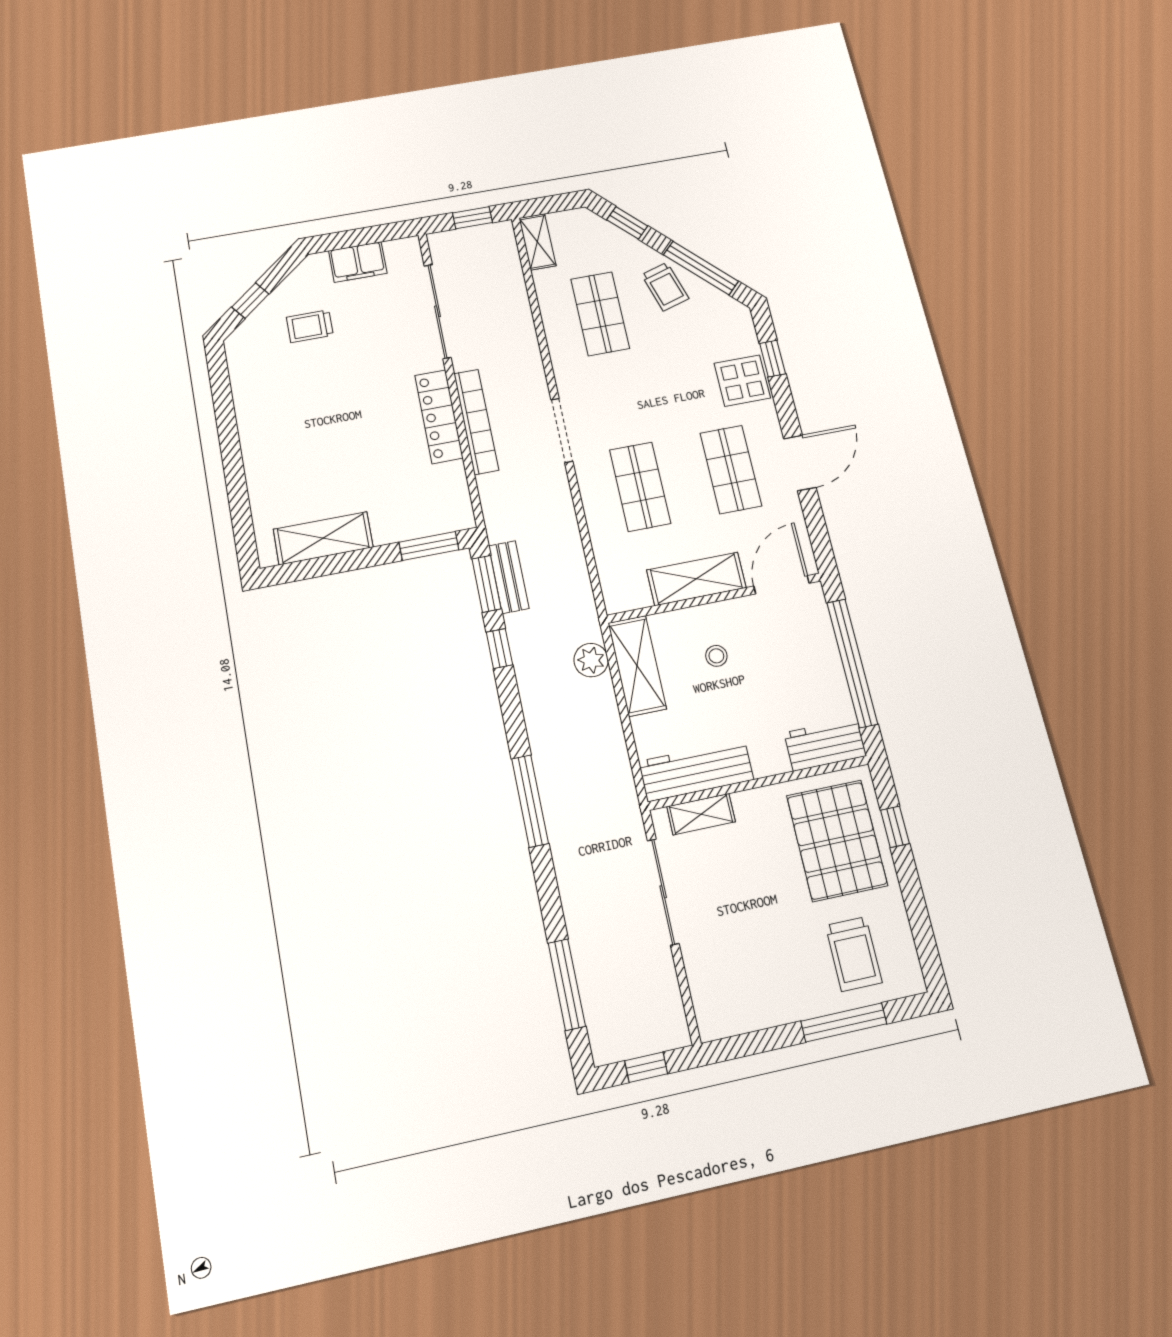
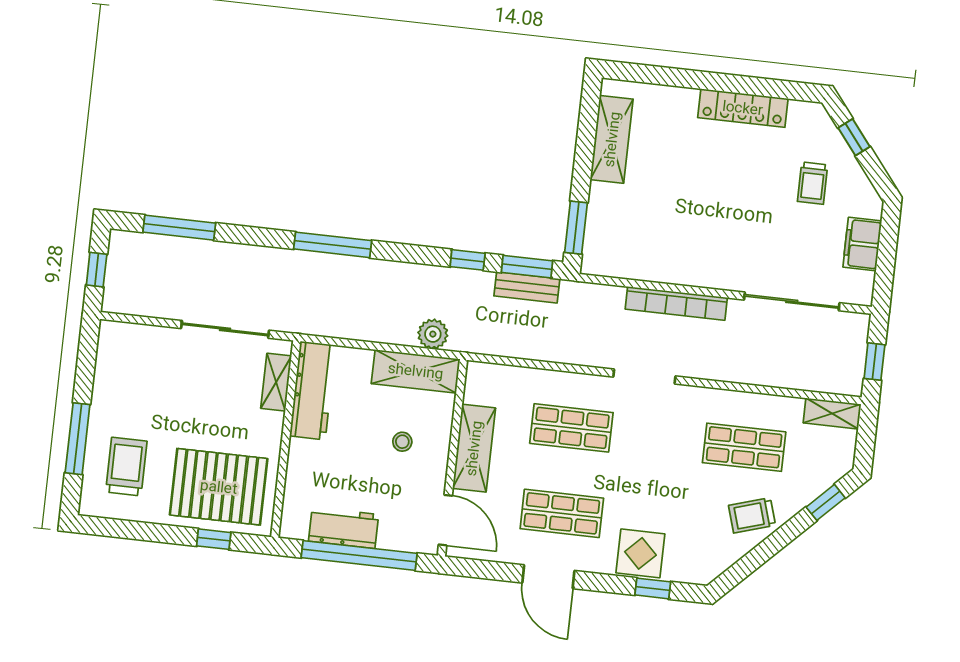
window: (701, 268) -> (760, 555), removed
trolley: (310, 326) -> (813, 183), turned 180
locker: (439, 417) -> (743, 108), moved, turned 180
workbench: (825, 744) -> (344, 528), moved, turned -90
trolley: (854, 954) -> (126, 467), turned 90

